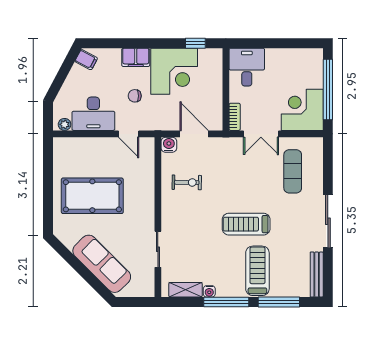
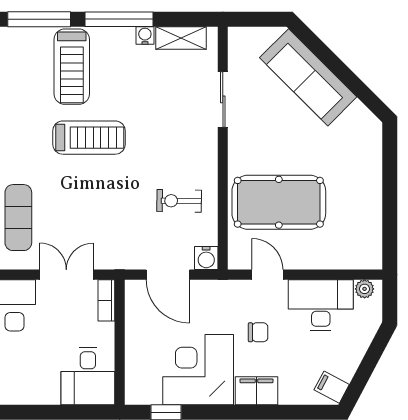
pool table: (92, 196) -> (279, 202), moved

